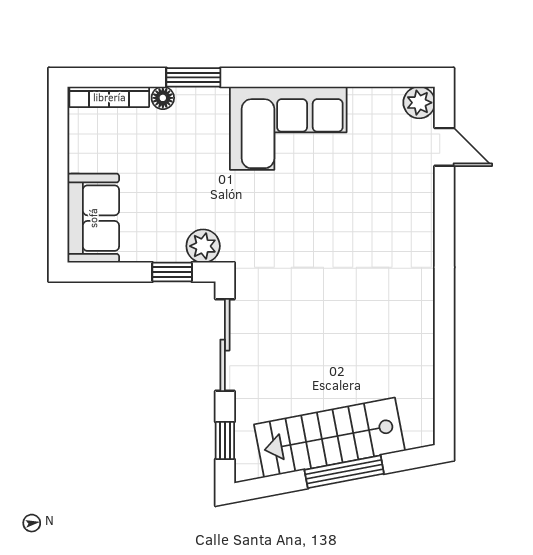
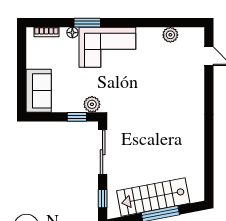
bookcase: (109, 97) -> (46, 32), width x0.64
plant: (419, 103) -> (170, 35), moved
corner sofa: (288, 128) -> (107, 47), moved

